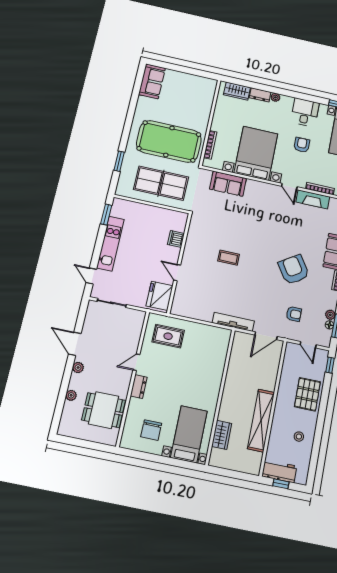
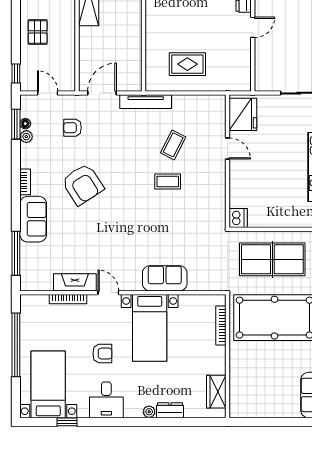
wardrobe: (237, 91) -> (216, 392), moved, turned -90
armchair: (302, 145) -> (102, 354), turned -90
bed with nightstands: (256, 153) -> (150, 328), width x0.73
sofa: (228, 184) -> (165, 278), moved
dishwasher: (176, 239) -> (238, 218), moved
coffee table: (219, 284) -> (173, 145), added
rug: (168, 336) -> (187, 64), moved
pallet: (307, 394) -> (38, 32), width x0.67, depth x0.71

